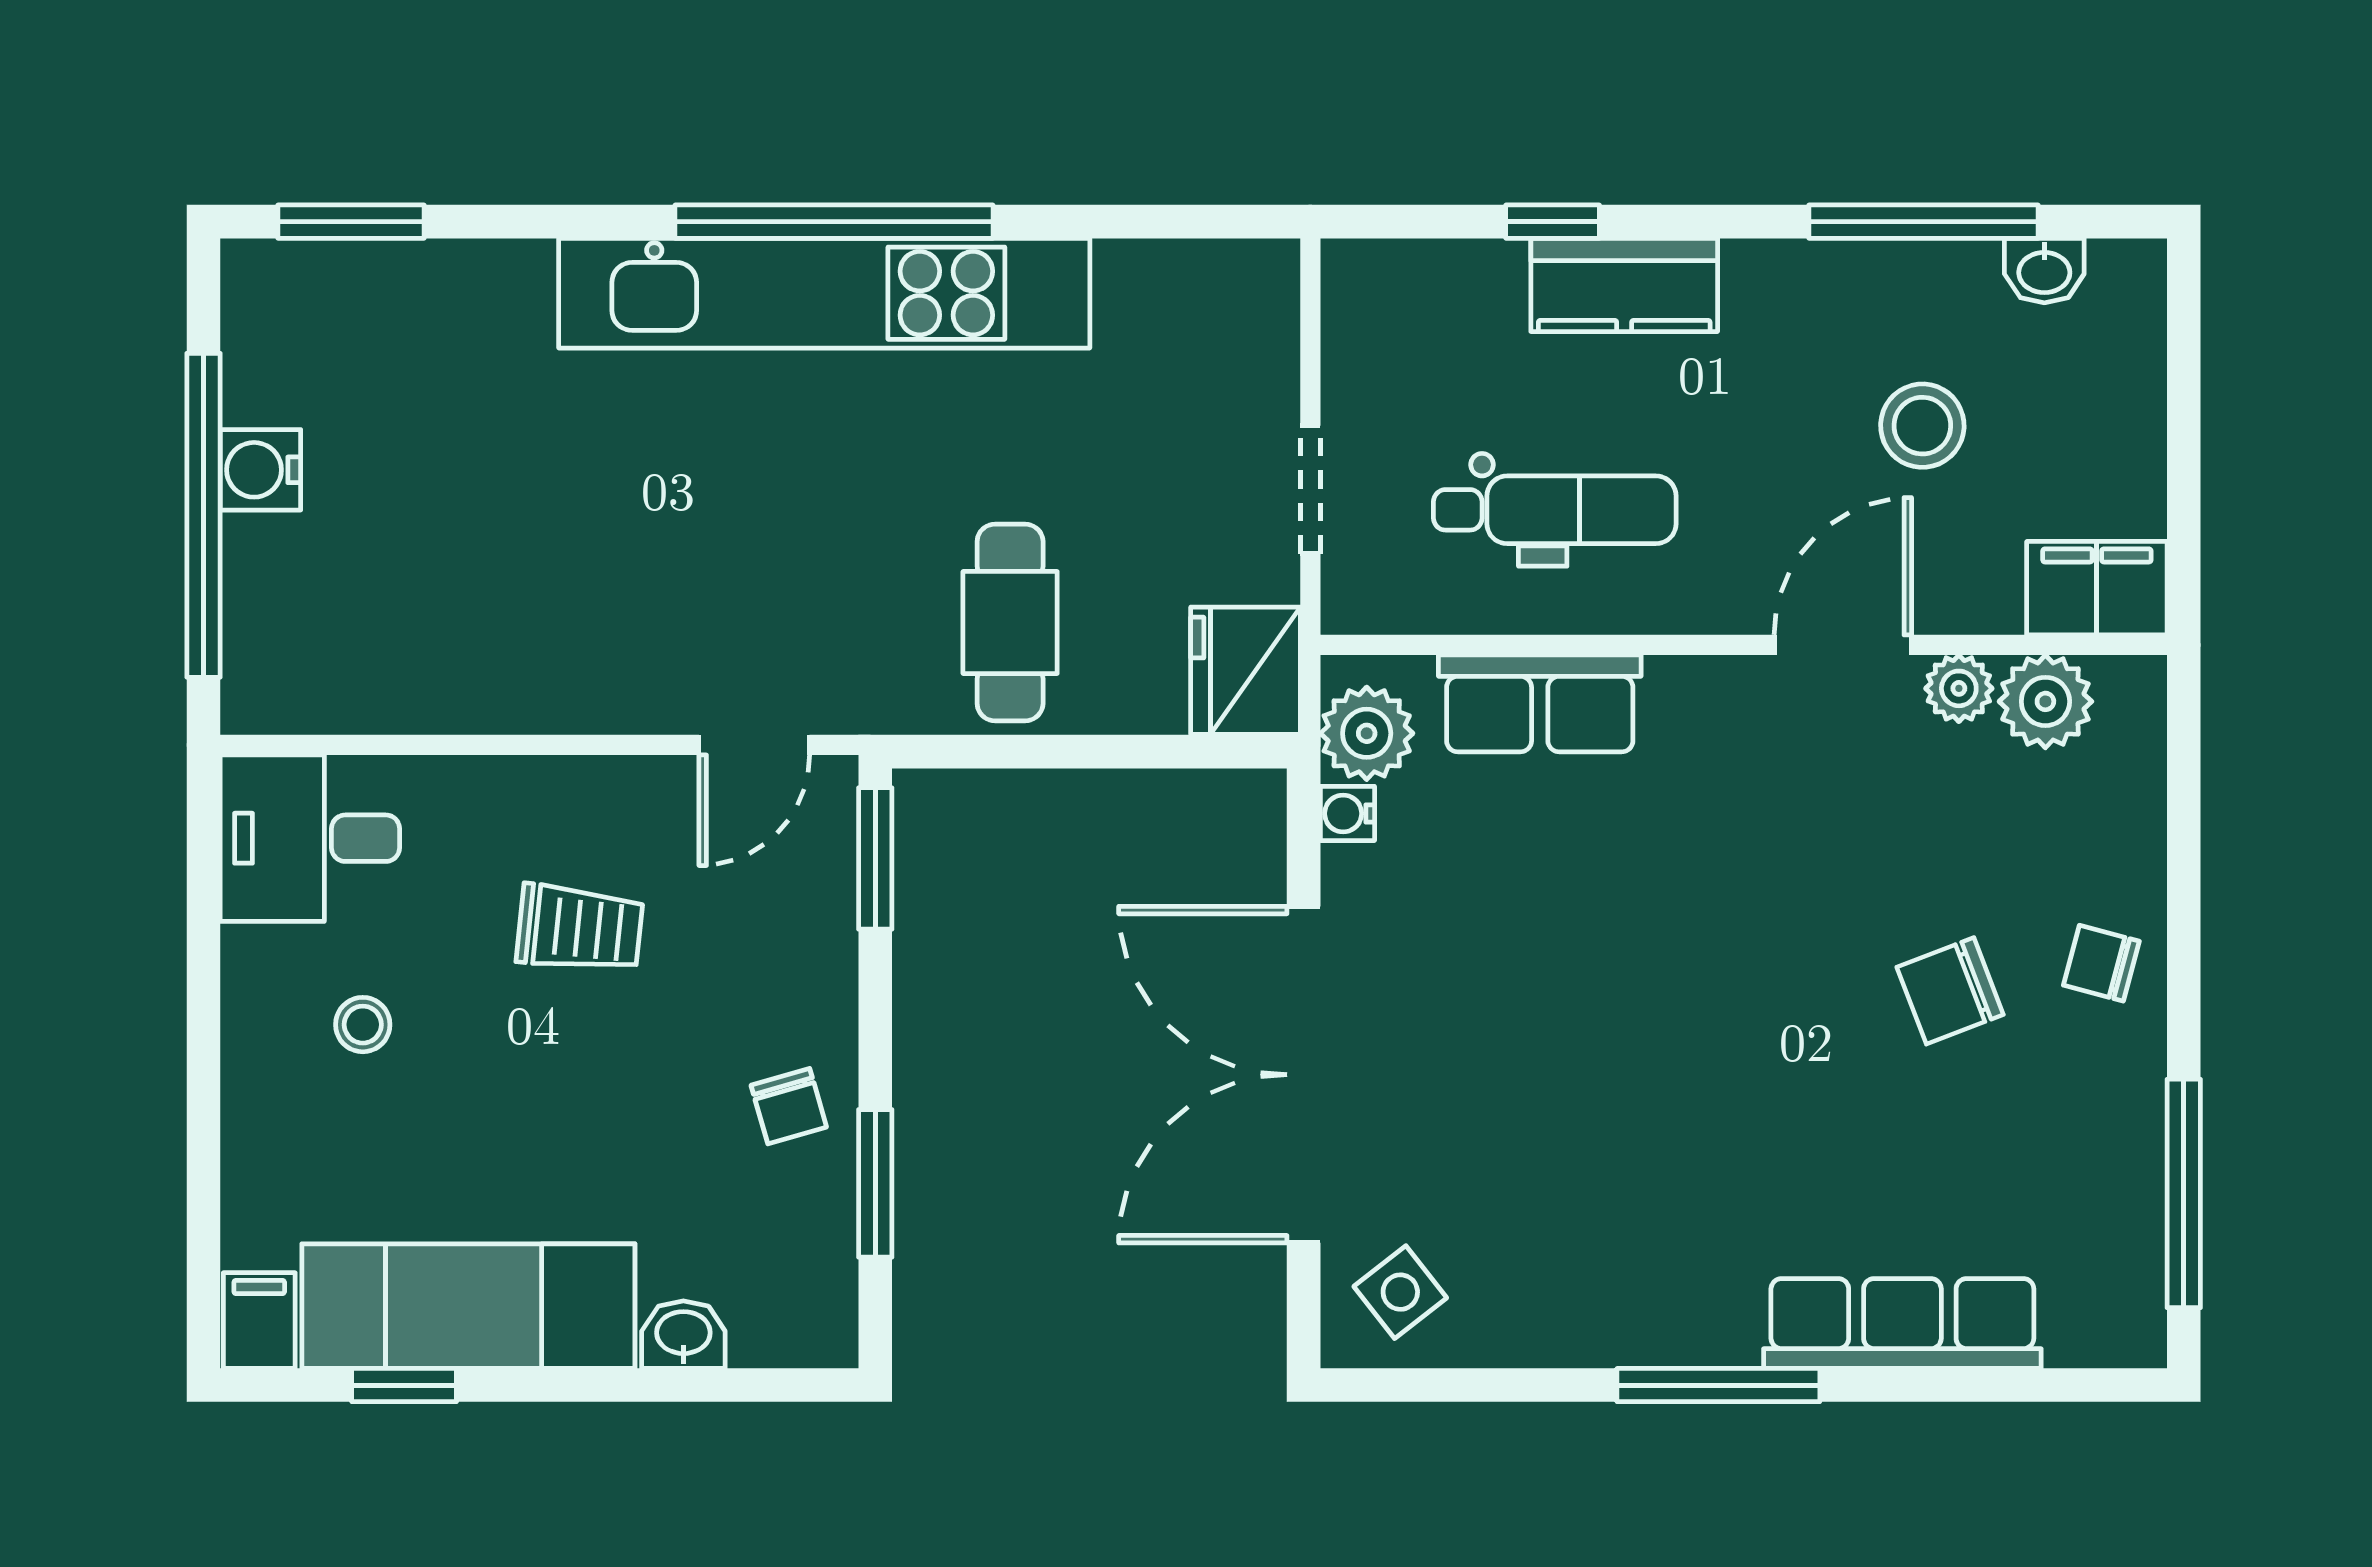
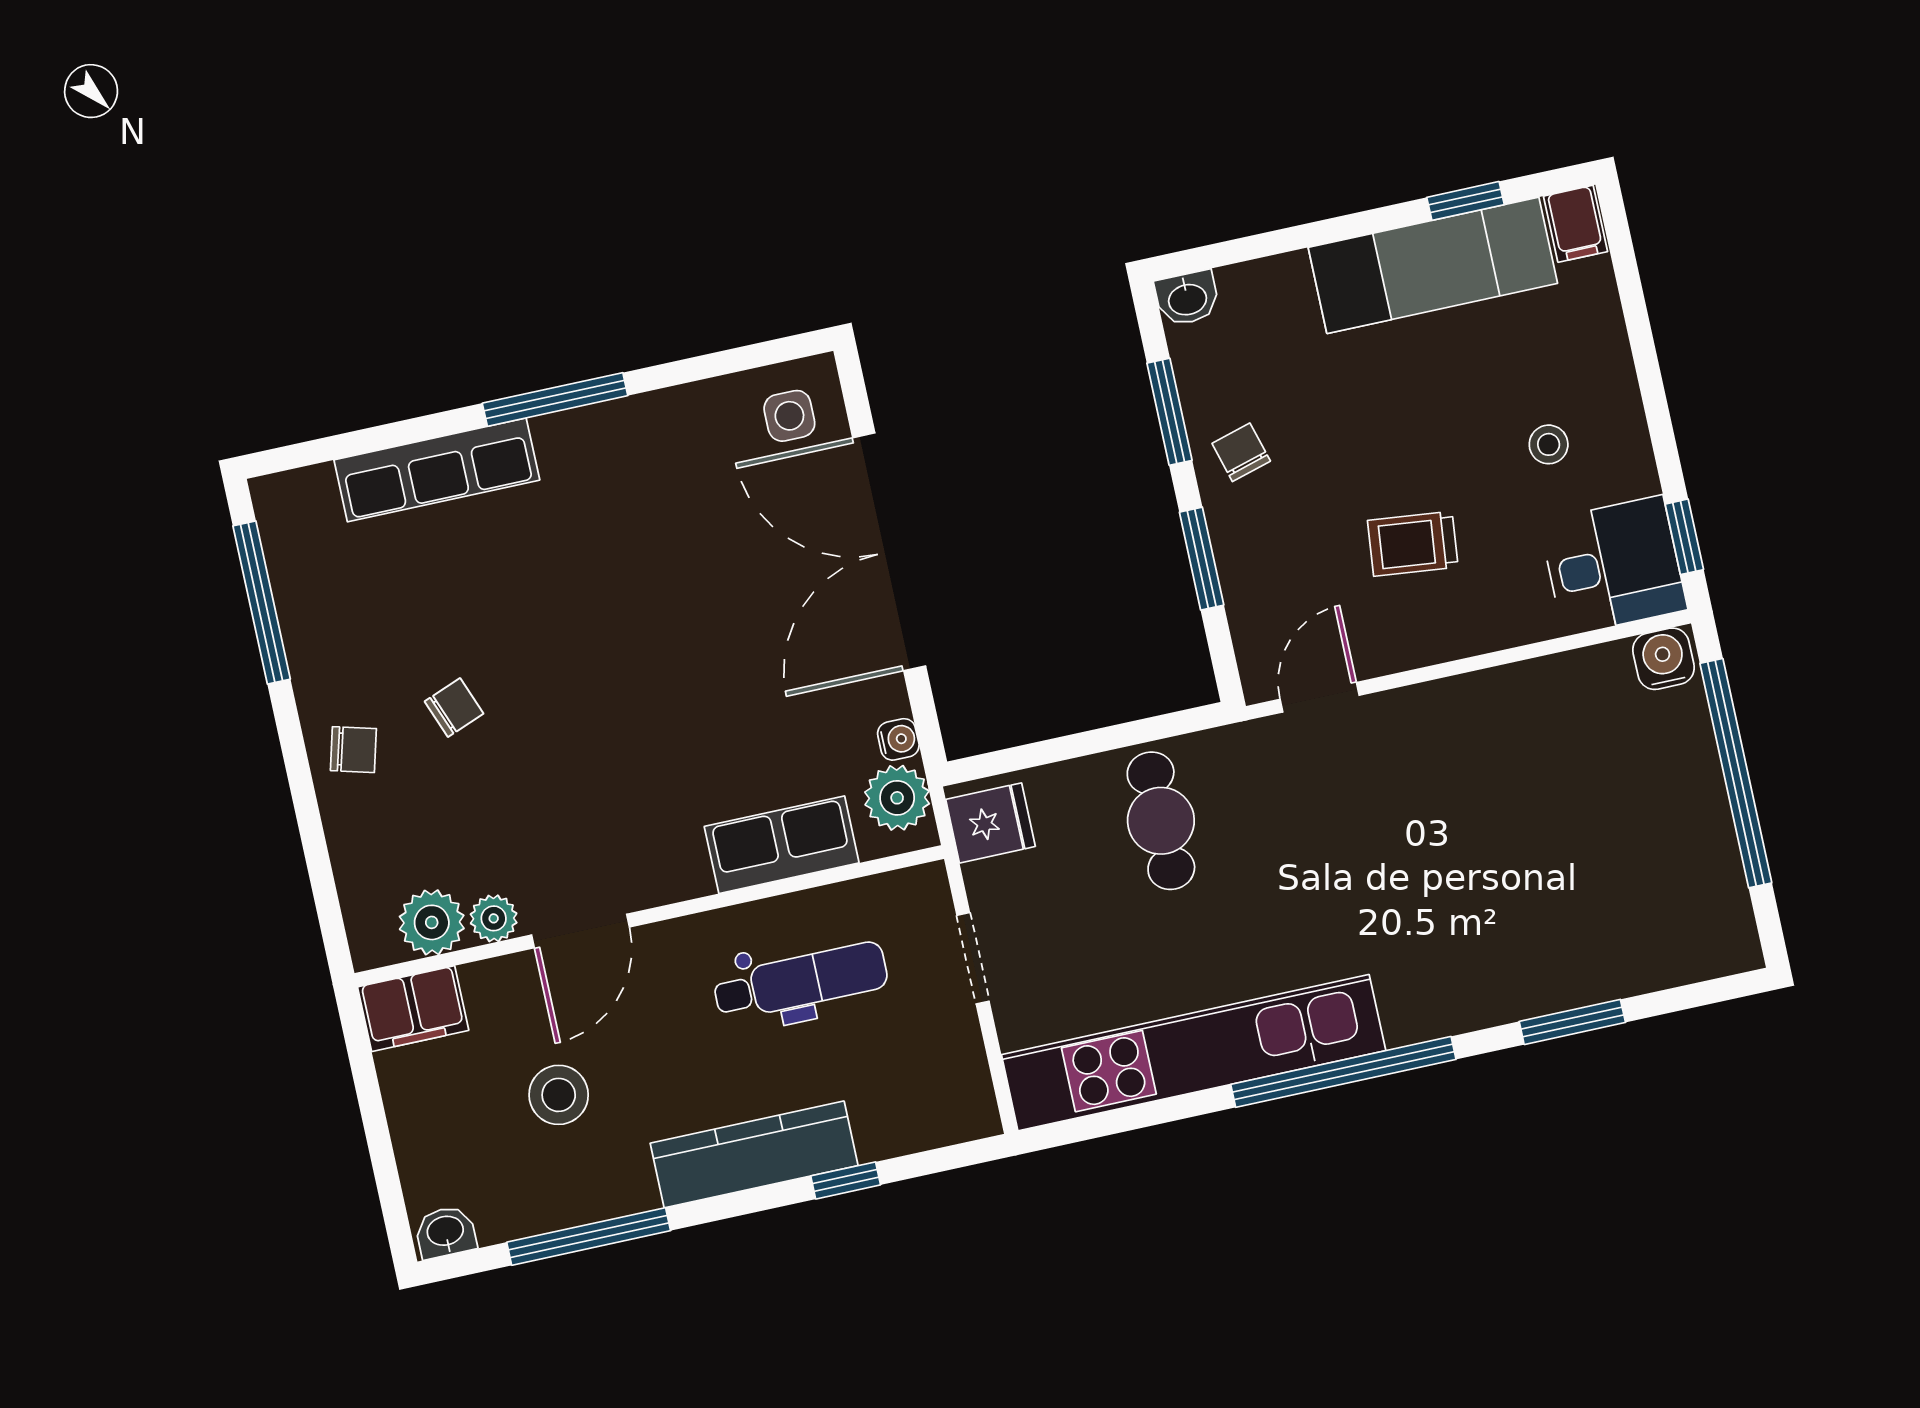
window: (351, 222) -> (1572, 1022), moved
washbasin: (2044, 271) -> (446, 1232), moved
kitchen counter: (1624, 285) -> (754, 1154), width x1.50
kitchen unit: (824, 293) -> (1194, 1053), moved
water cooler: (260, 470) -> (1664, 659), moved, turned -90
dental chair: (1555, 510) -> (801, 981), turned 180
fridge: (1245, 671) -> (991, 823), width x0.72
window: (204, 856) -> (1684, 537), added
window: (875, 858) -> (1202, 559), moved
chair: (1950, 991) -> (454, 708), width x0.73, depth x0.73
double door: (1304, 1075) -> (889, 552), swing flipped
side table: (1400, 1292) -> (789, 416), turned 38
washbasin: (683, 1335) -> (1187, 298), moved

